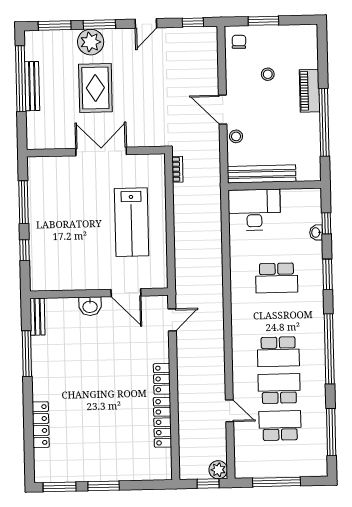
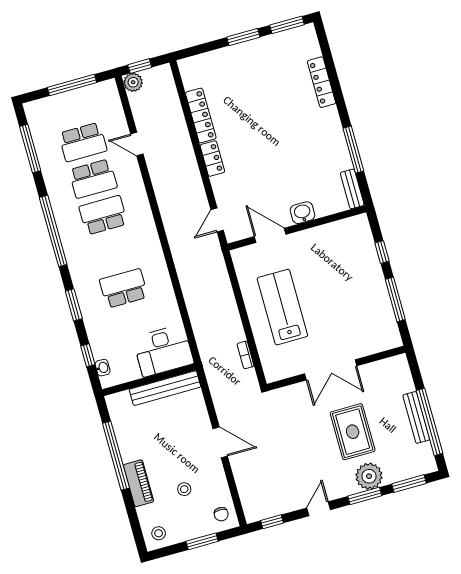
stool: (236, 136) -> (159, 533), moved
bookcase: (177, 169) -> (246, 355), moved
washbasin: (316, 233) -> (103, 368), moved

